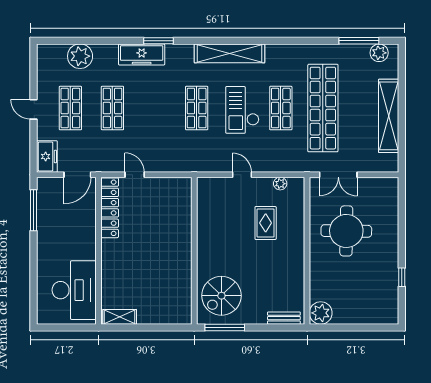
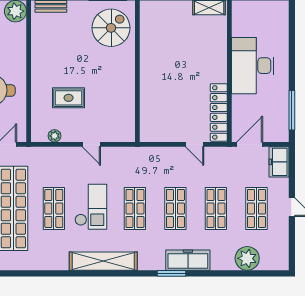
shop shelf: (155, 108) -> (175, 208), added
rug: (266, 223) -> (69, 98), turned 90
desk: (74, 290) -> (253, 66), moved

